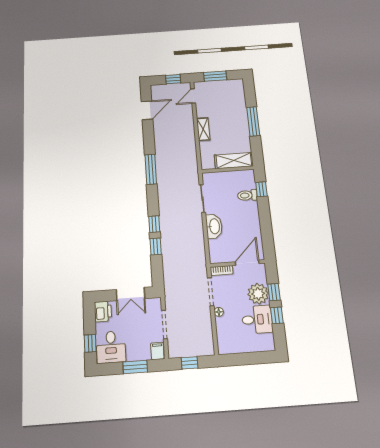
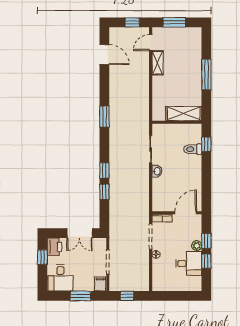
door: (147, 110) -> (104, 55), hinge flipped
shelving: (203, 129) -> (158, 63), moved
window: (151, 169) -> (104, 116), width x0.69
washbasin: (214, 226) -> (157, 171), width x0.52, depth x0.69
plant: (258, 294) -> (197, 246), width x0.53, depth x0.53
window: (90, 343) -> (42, 257), moved

